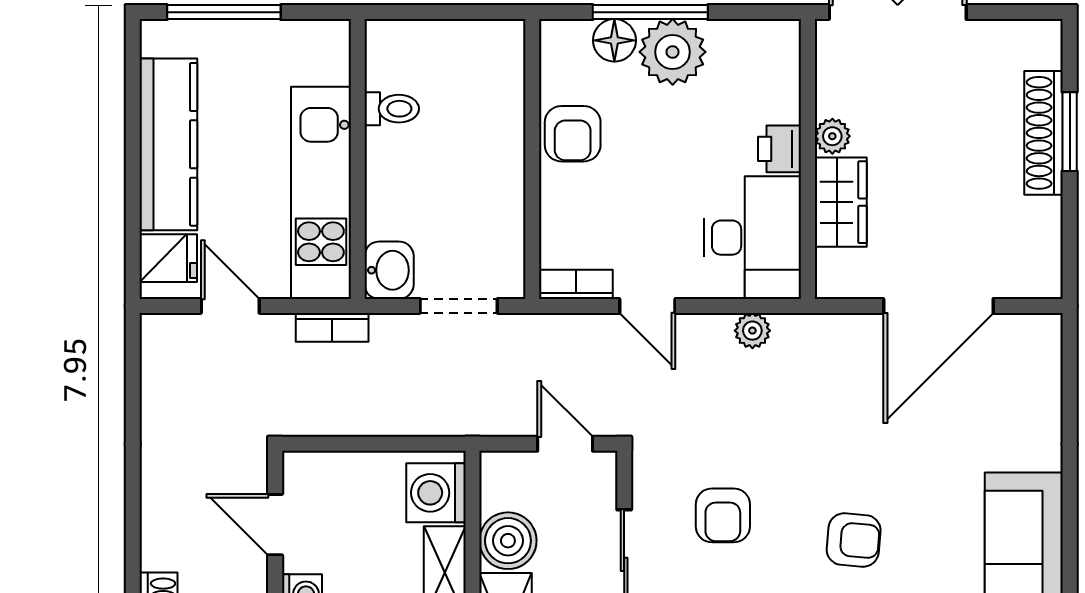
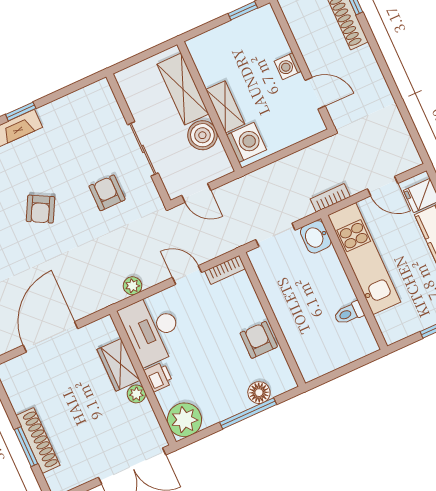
plant: (673, 52) -> (184, 420), moved
armchair: (854, 540) -> (40, 209), turned -67

